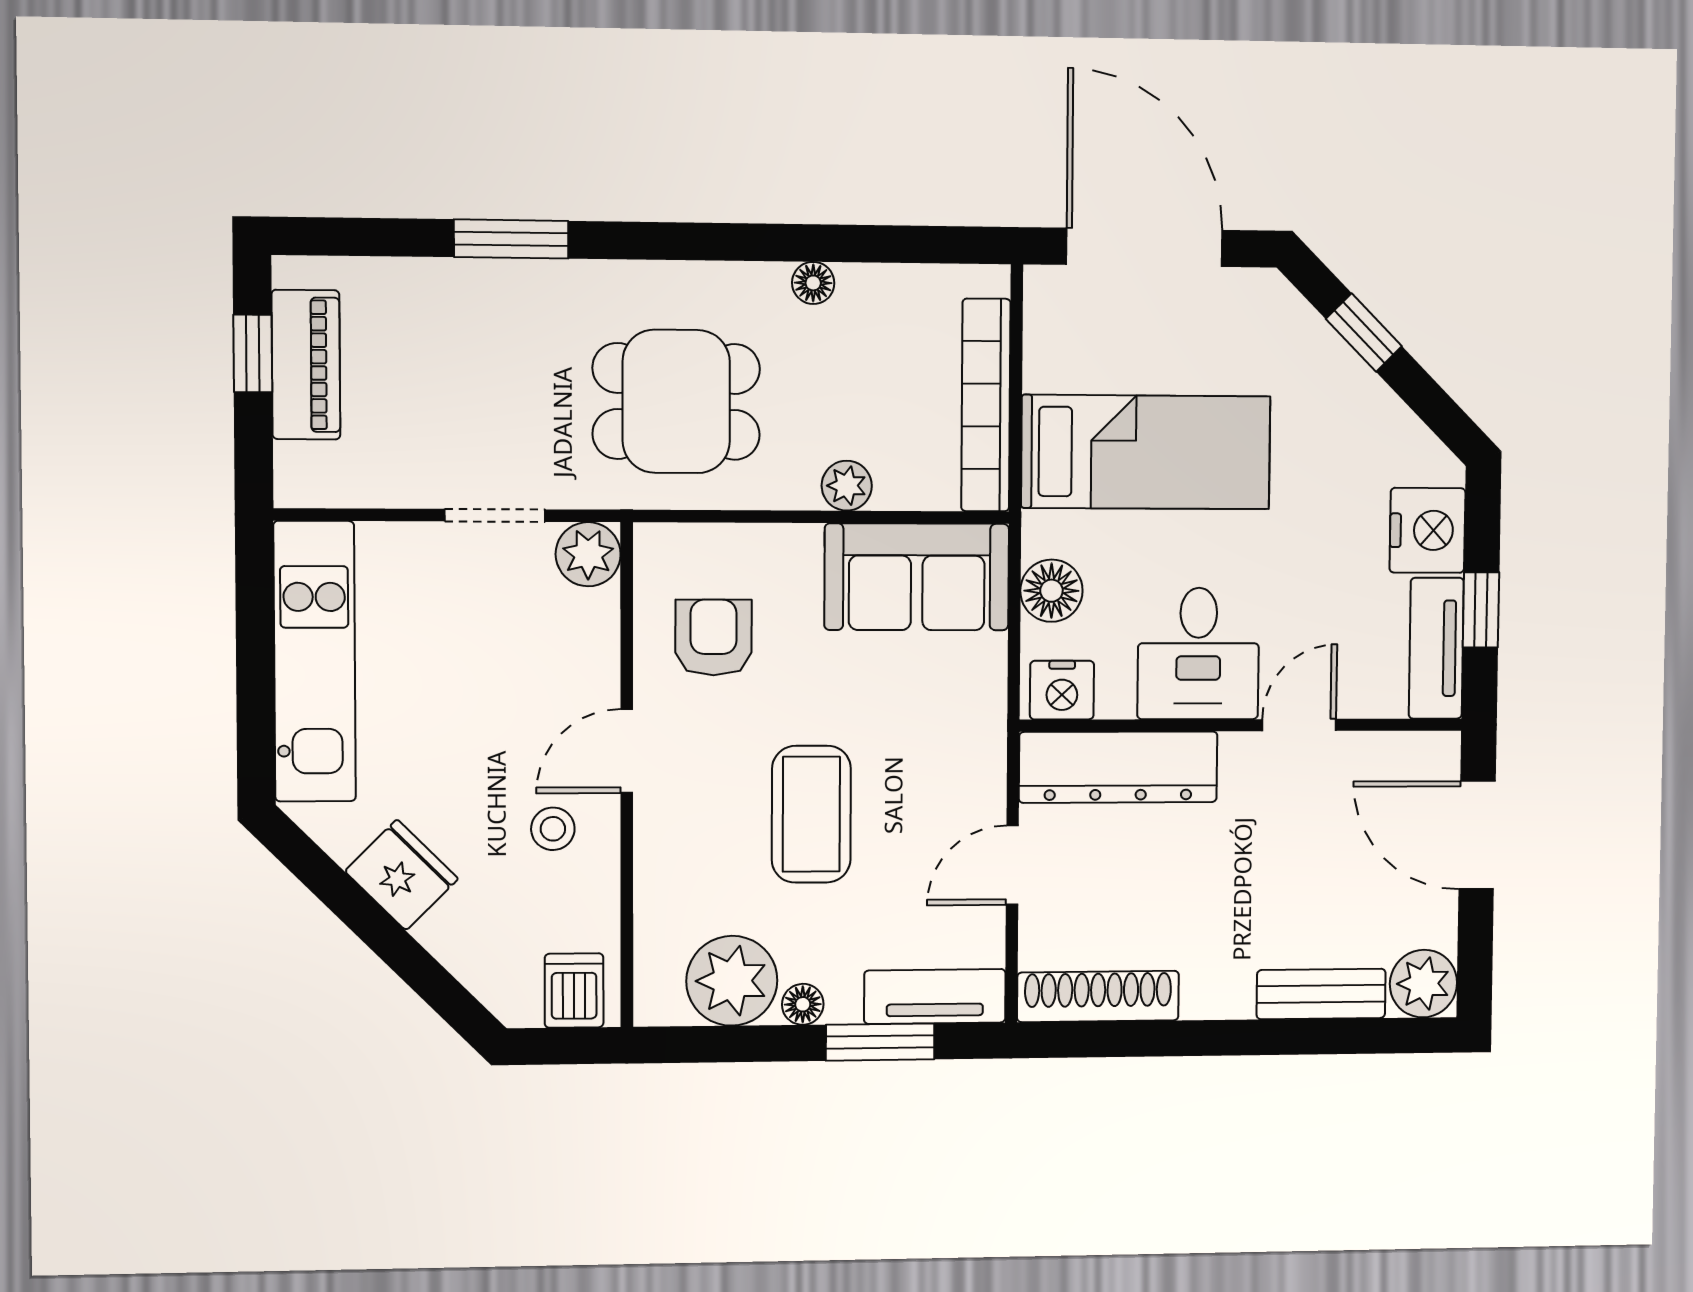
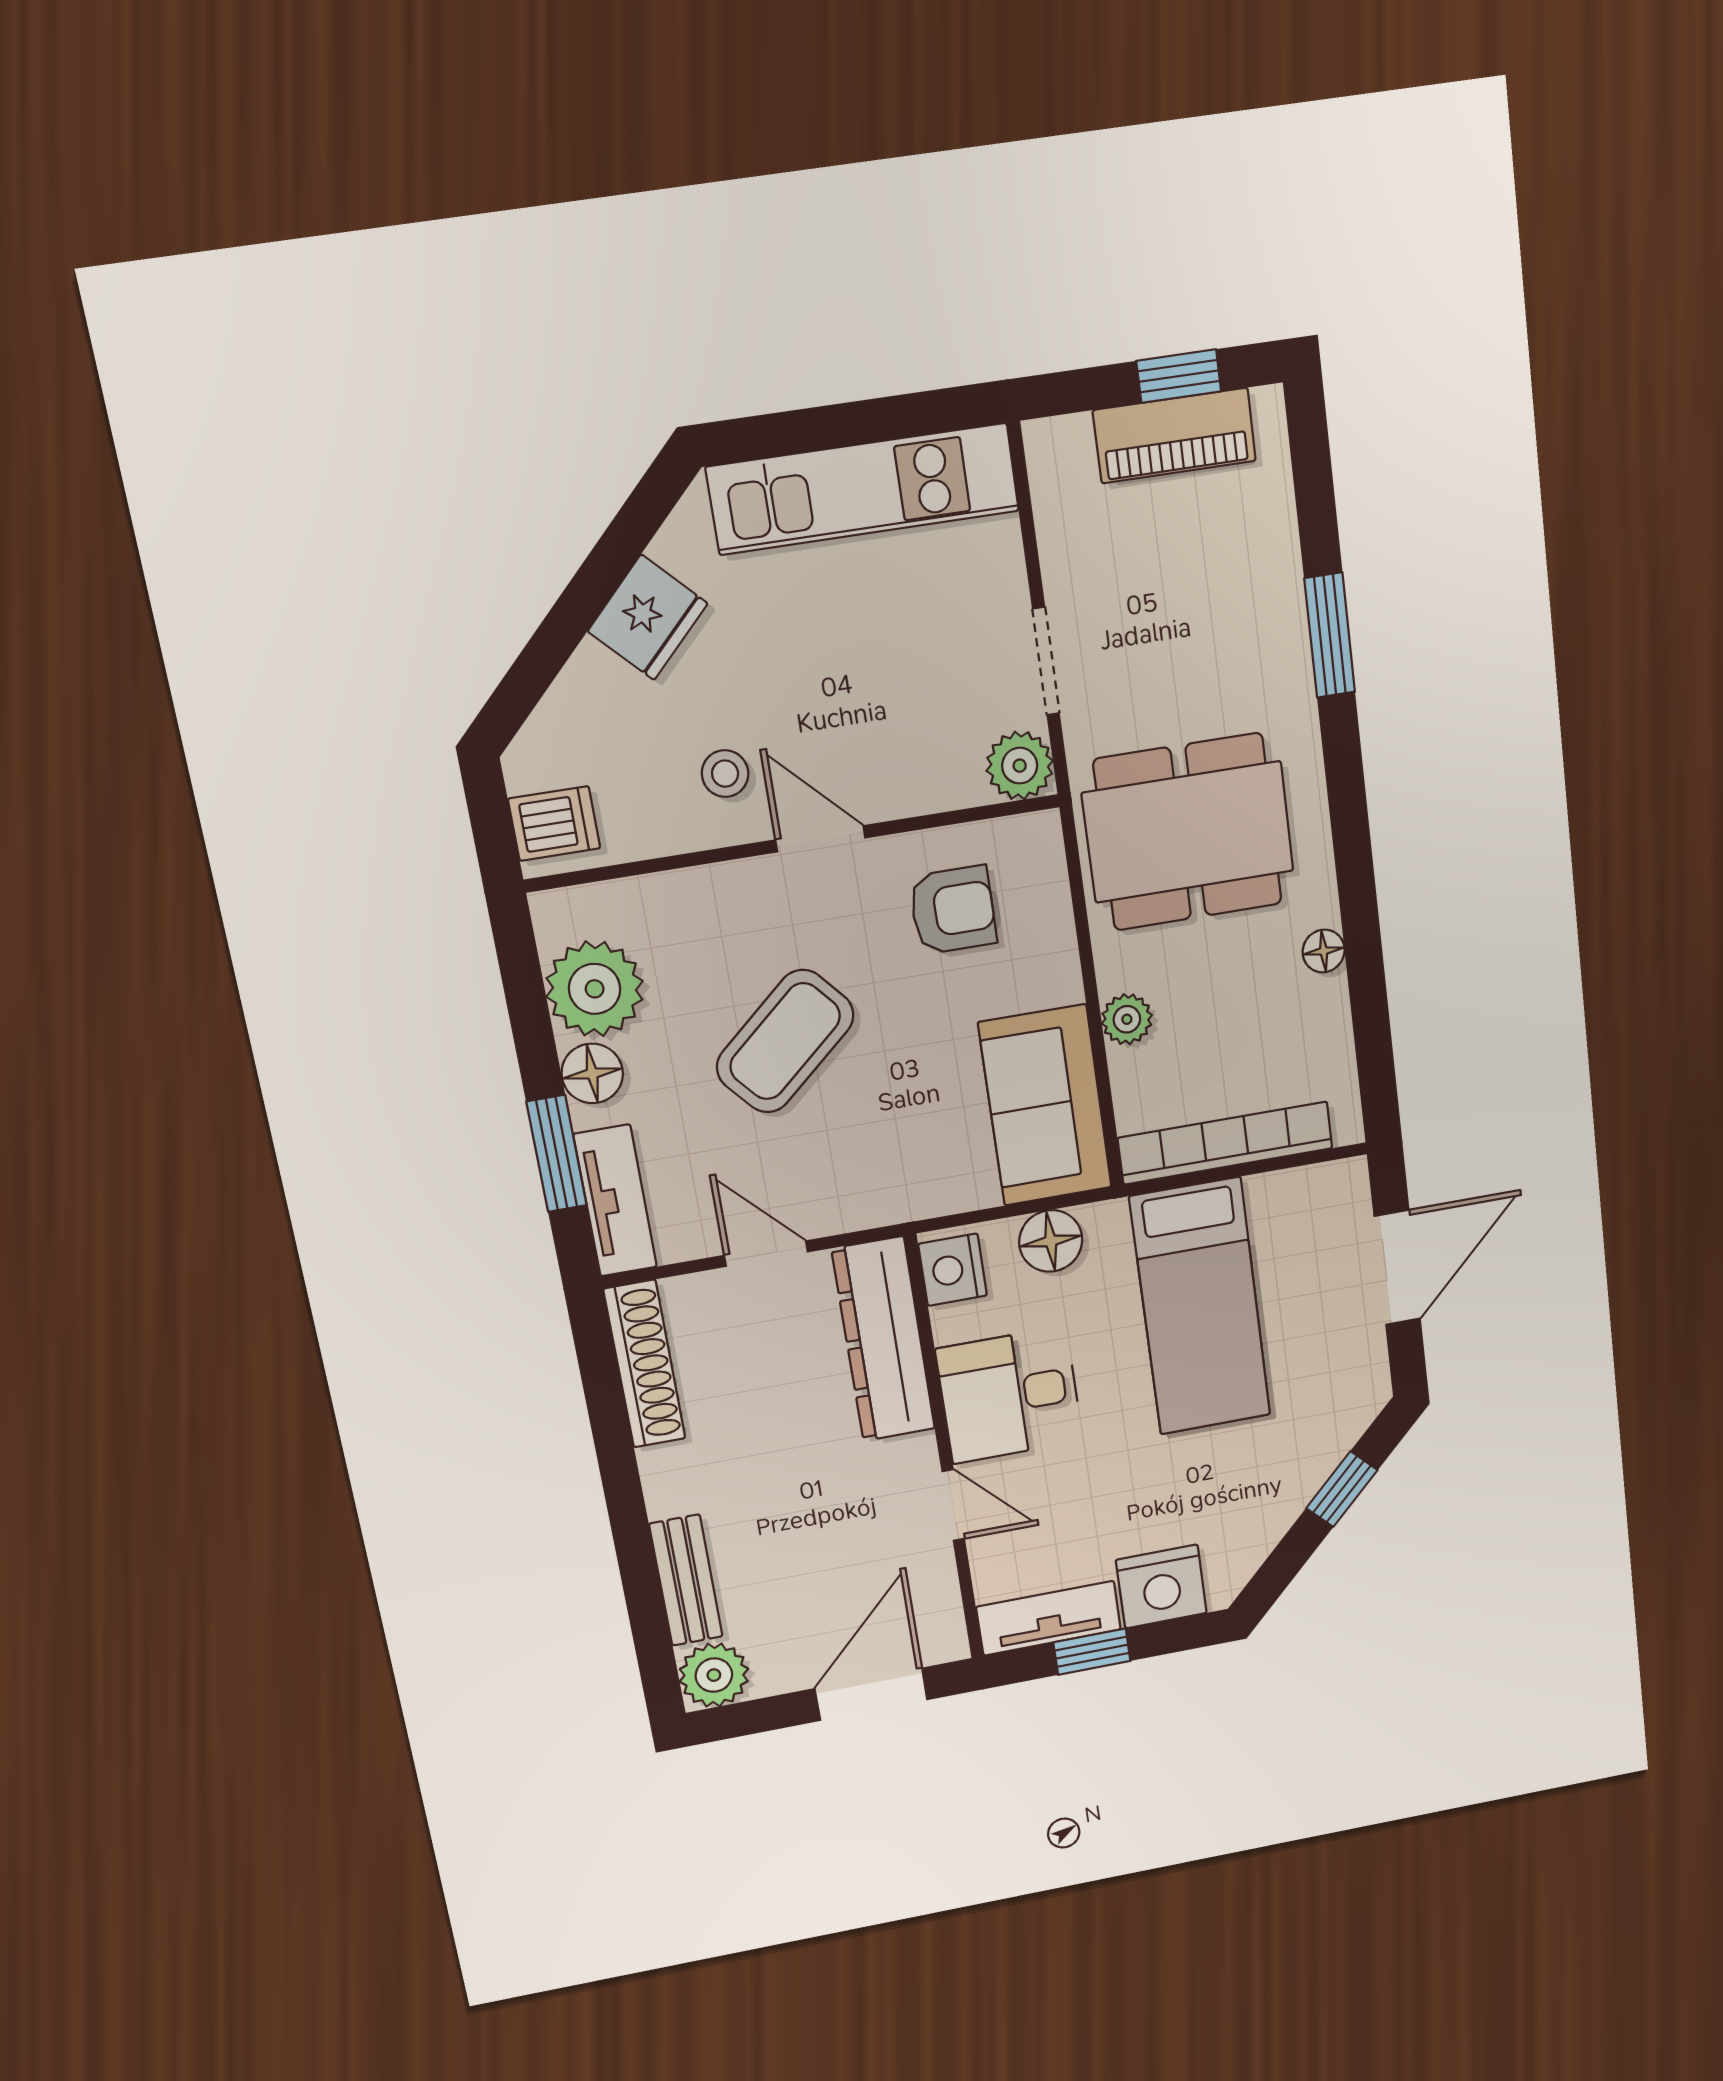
door: (1144, 247) -> (1397, 1268), width x0.73
dining table: (676, 401) -> (1188, 832), width x1.38
coffee table: (811, 814) -> (785, 1041), turned -41
floor lamp: (803, 1004) -> (592, 1073), width x1.37, depth x1.37

